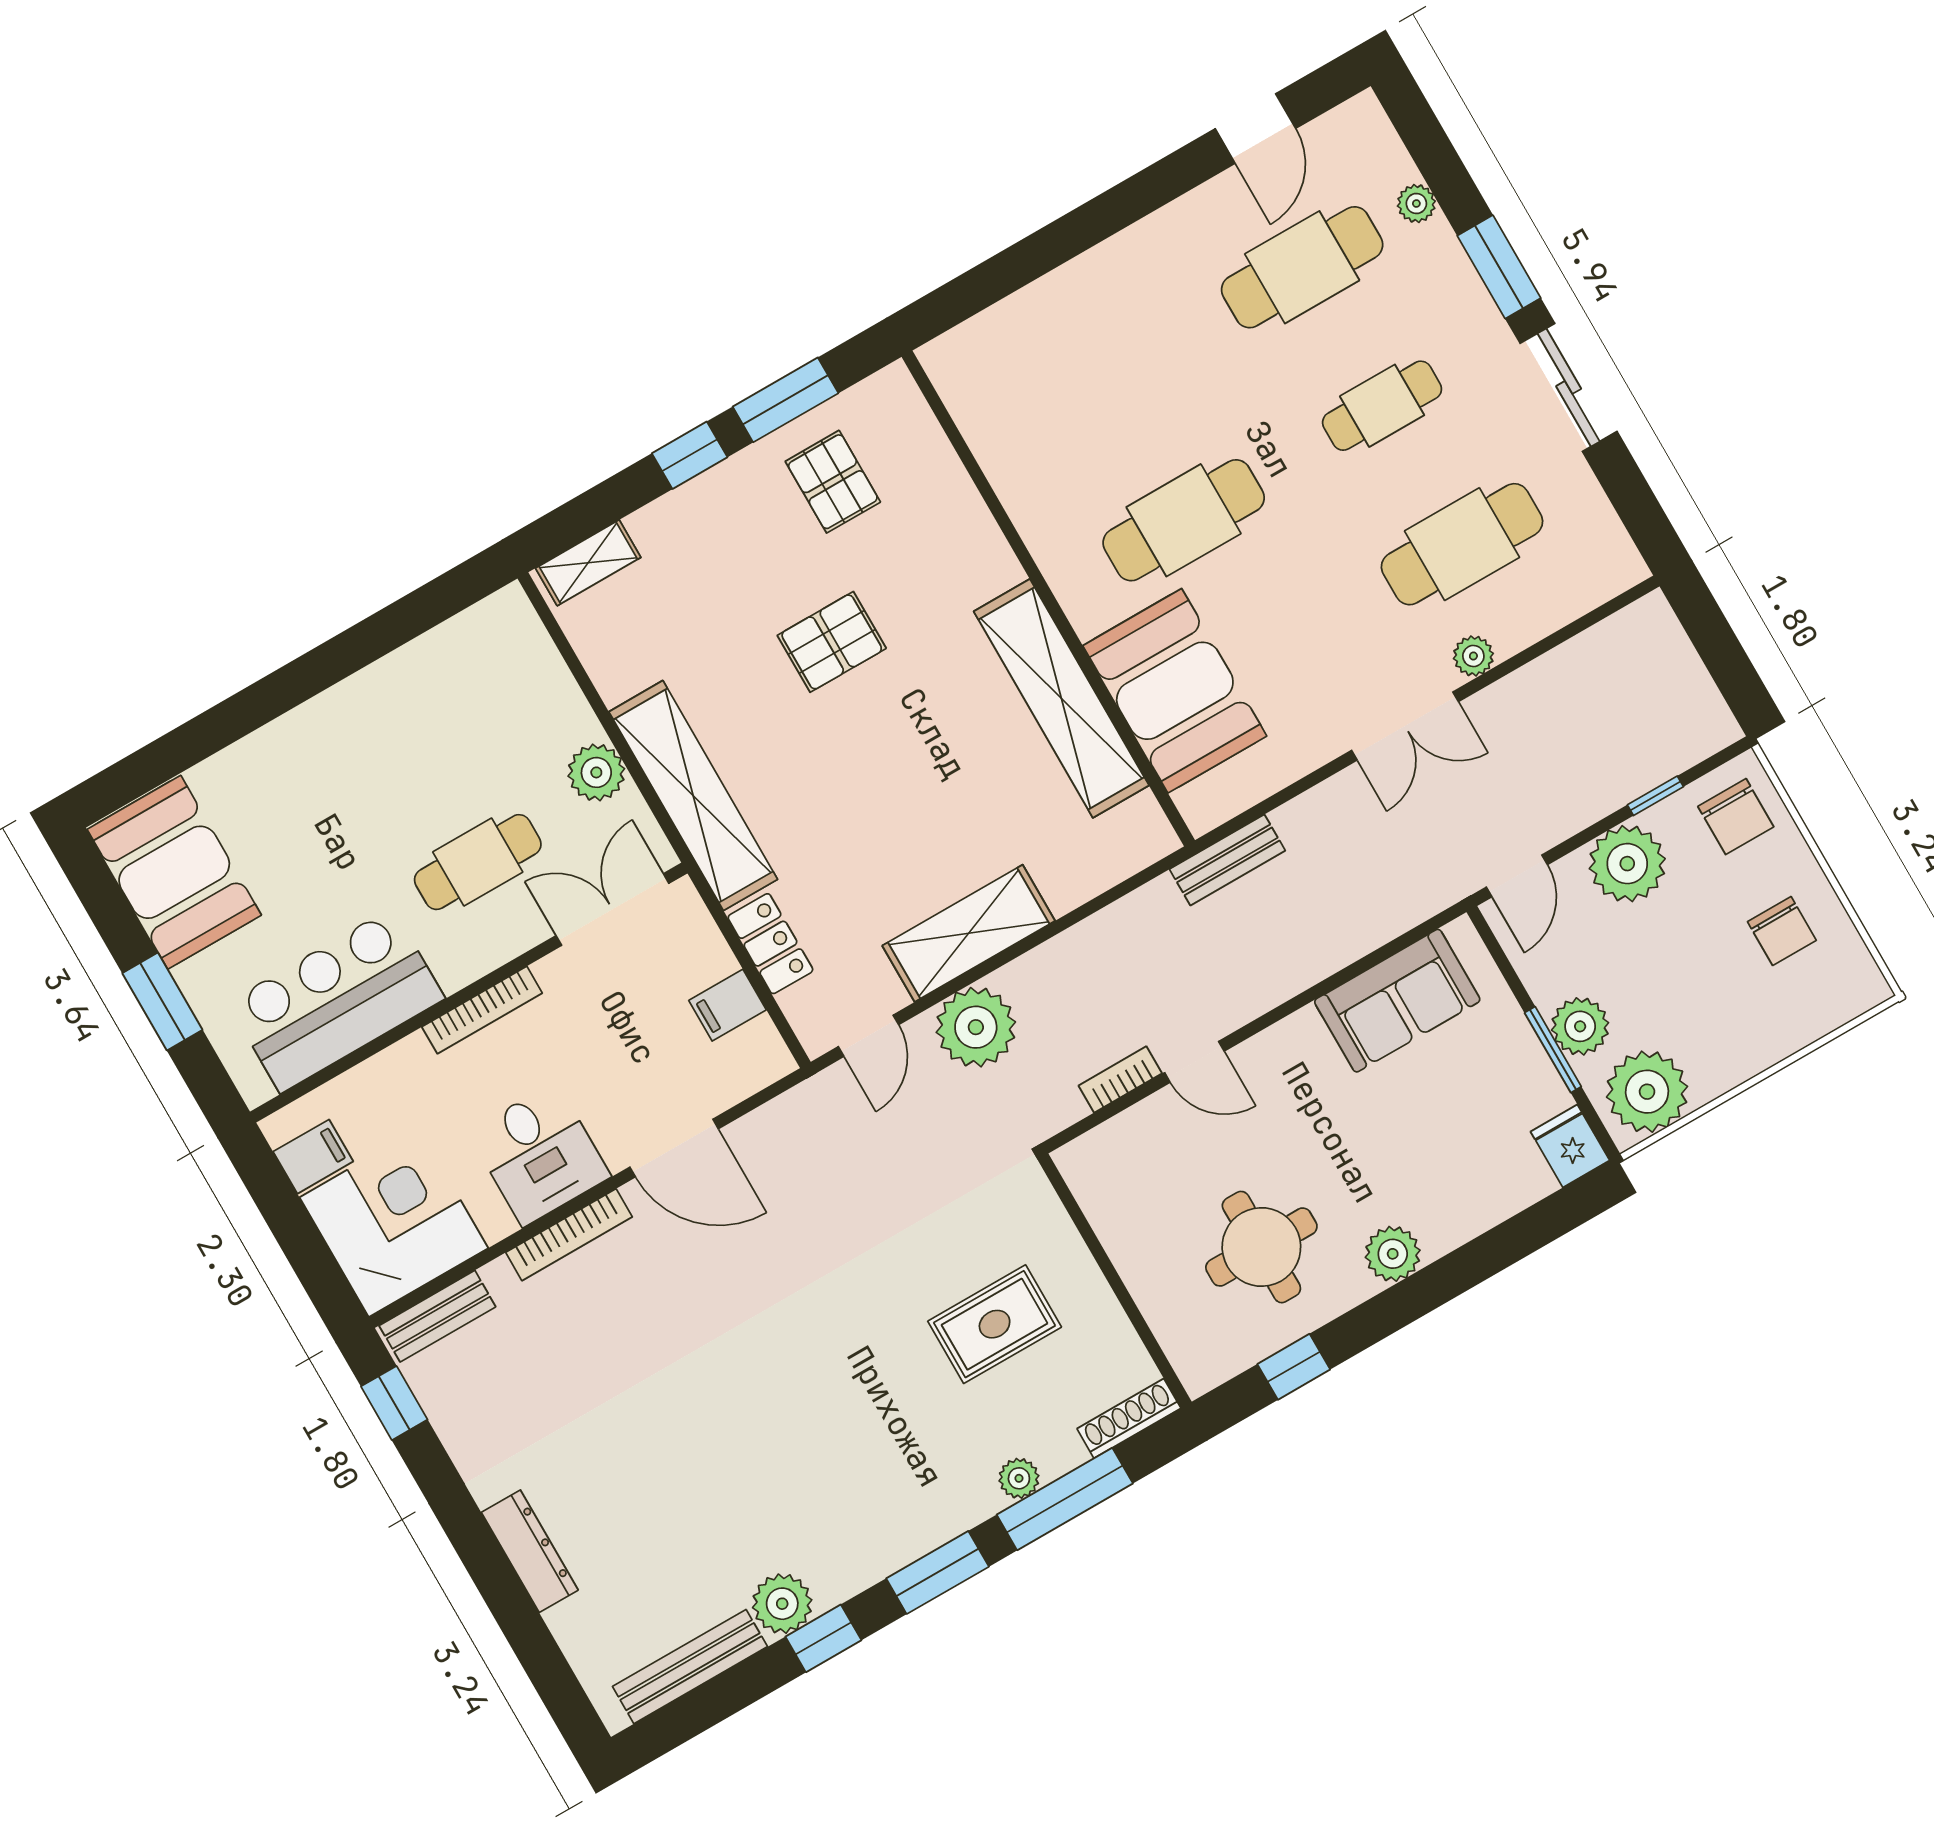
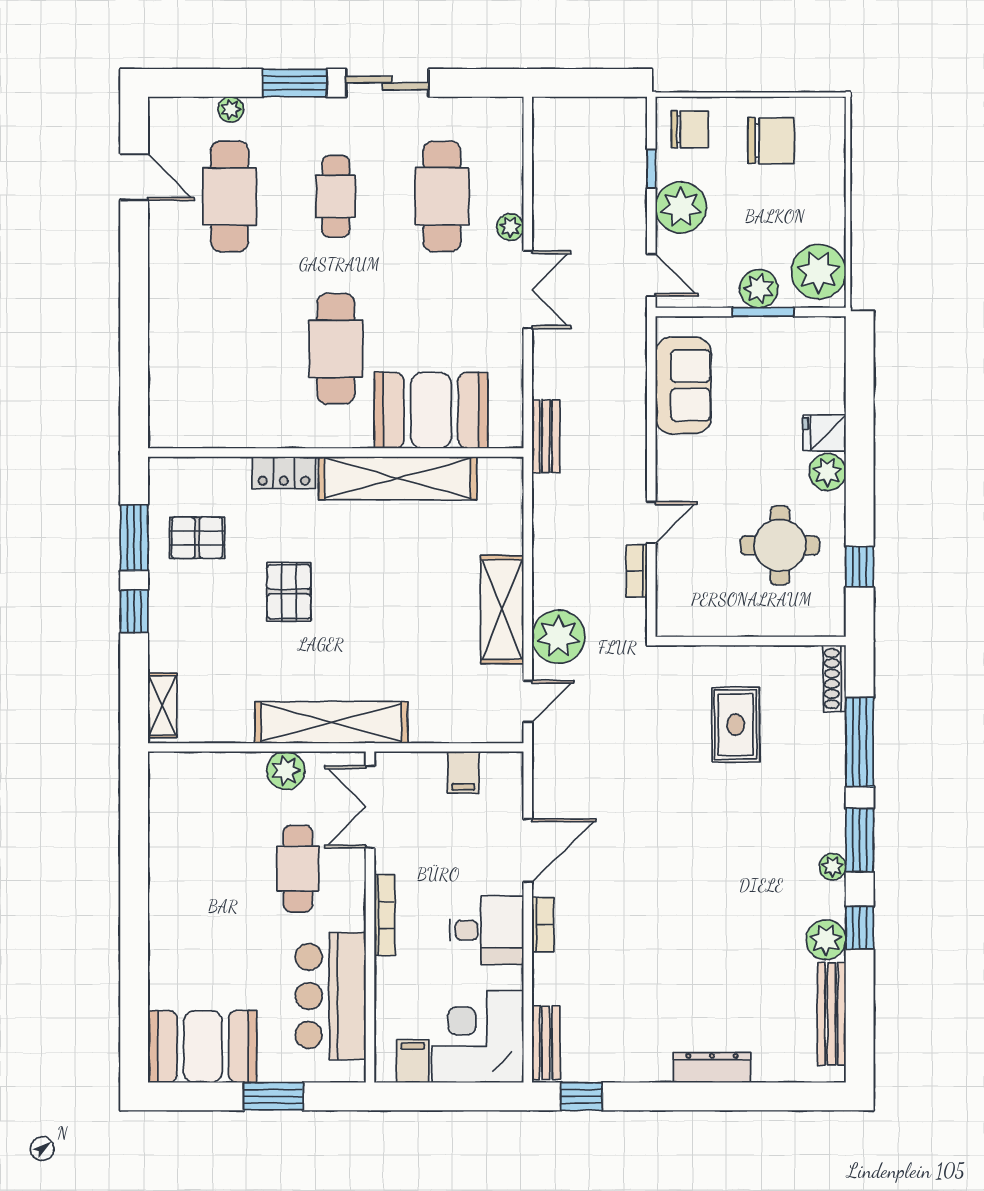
chair: (1782, 931) -> (771, 141), width x1.37, depth x1.37
locker: (770, 944) -> (284, 473), moved, turned 180
door: (869, 1036) -> (528, 701), hinge flipped
fridge: (1570, 1146) -> (824, 433), moved
bookcase: (569, 1235) -> (543, 925), width x0.64
plant: (1019, 1478) -> (833, 867), moved

